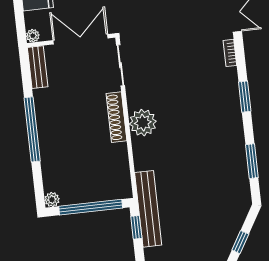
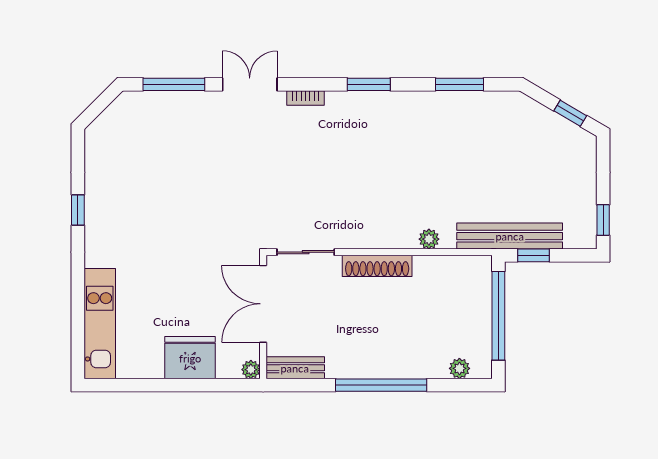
plant: (143, 123) -> (429, 239), moved, width x0.53, depth x0.53
plant: (52, 200) -> (459, 368), moved

